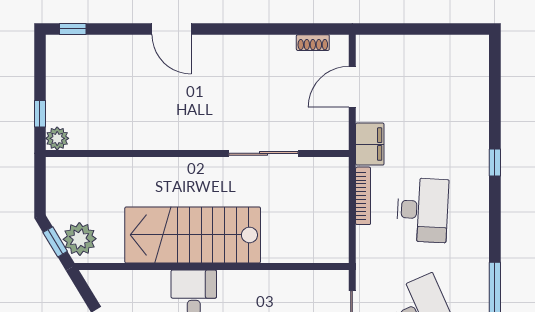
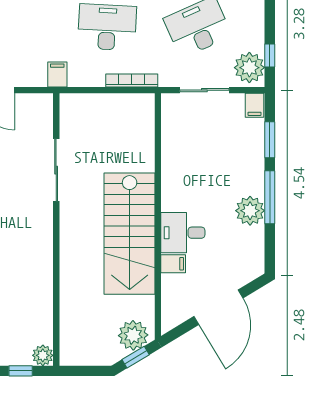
filing cabinet: (370, 144) -> (57, 74), width x0.50
bookcase: (363, 196) -> (132, 80), moved
filing cabinet: (159, 284) -> (173, 264), added

